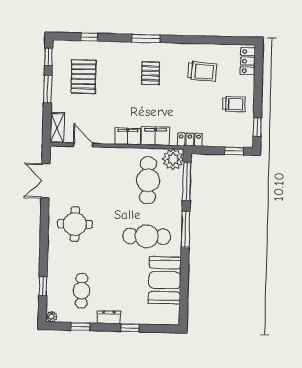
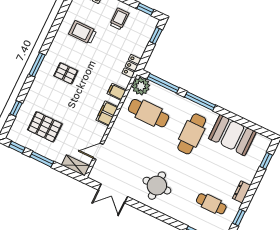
trolley: (202, 71) -> (83, 32), turned -94
filing cabinet: (155, 136) -> (117, 92), width x0.50
window: (130, 328) -> (266, 161), moved

